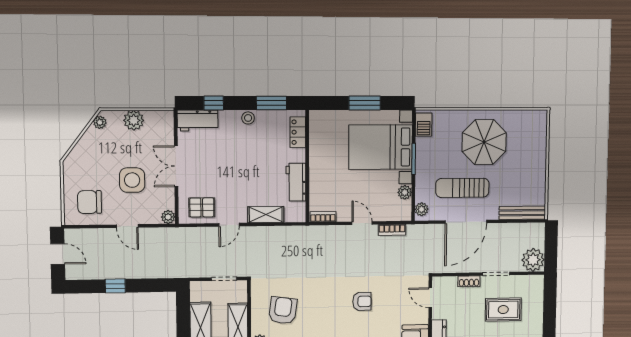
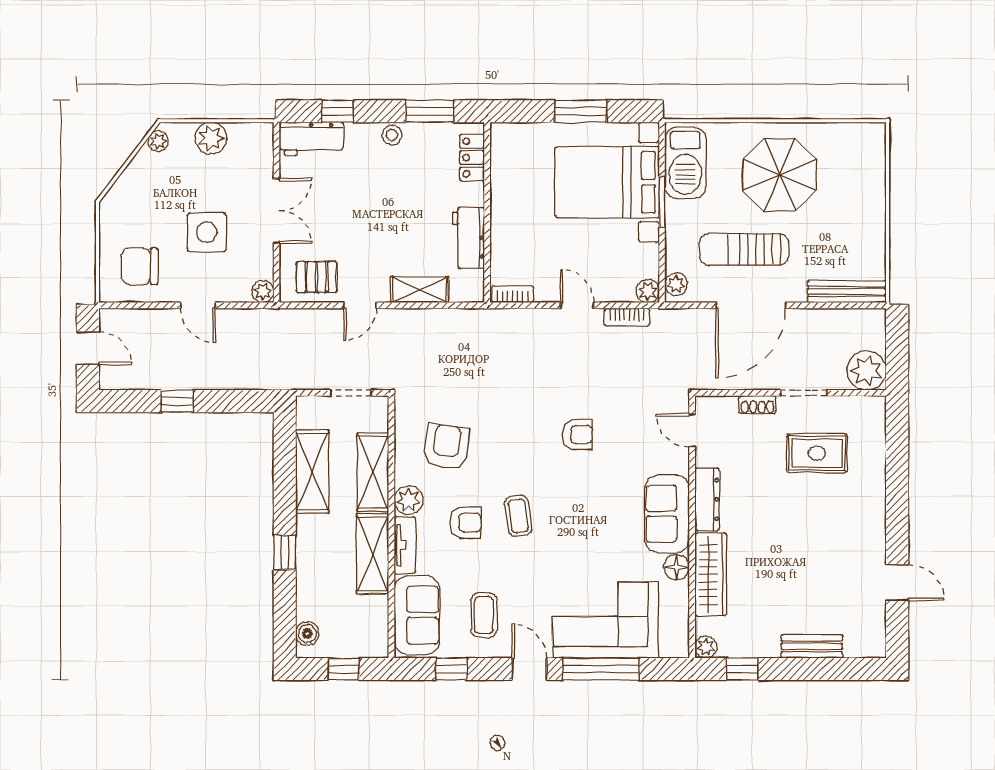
barbecue: (424, 125) -> (685, 163), width x1.88, depth x1.53
double door: (176, 166) -> (277, 211), swing flipped
plant: (405, 192) -> (648, 291), moved

